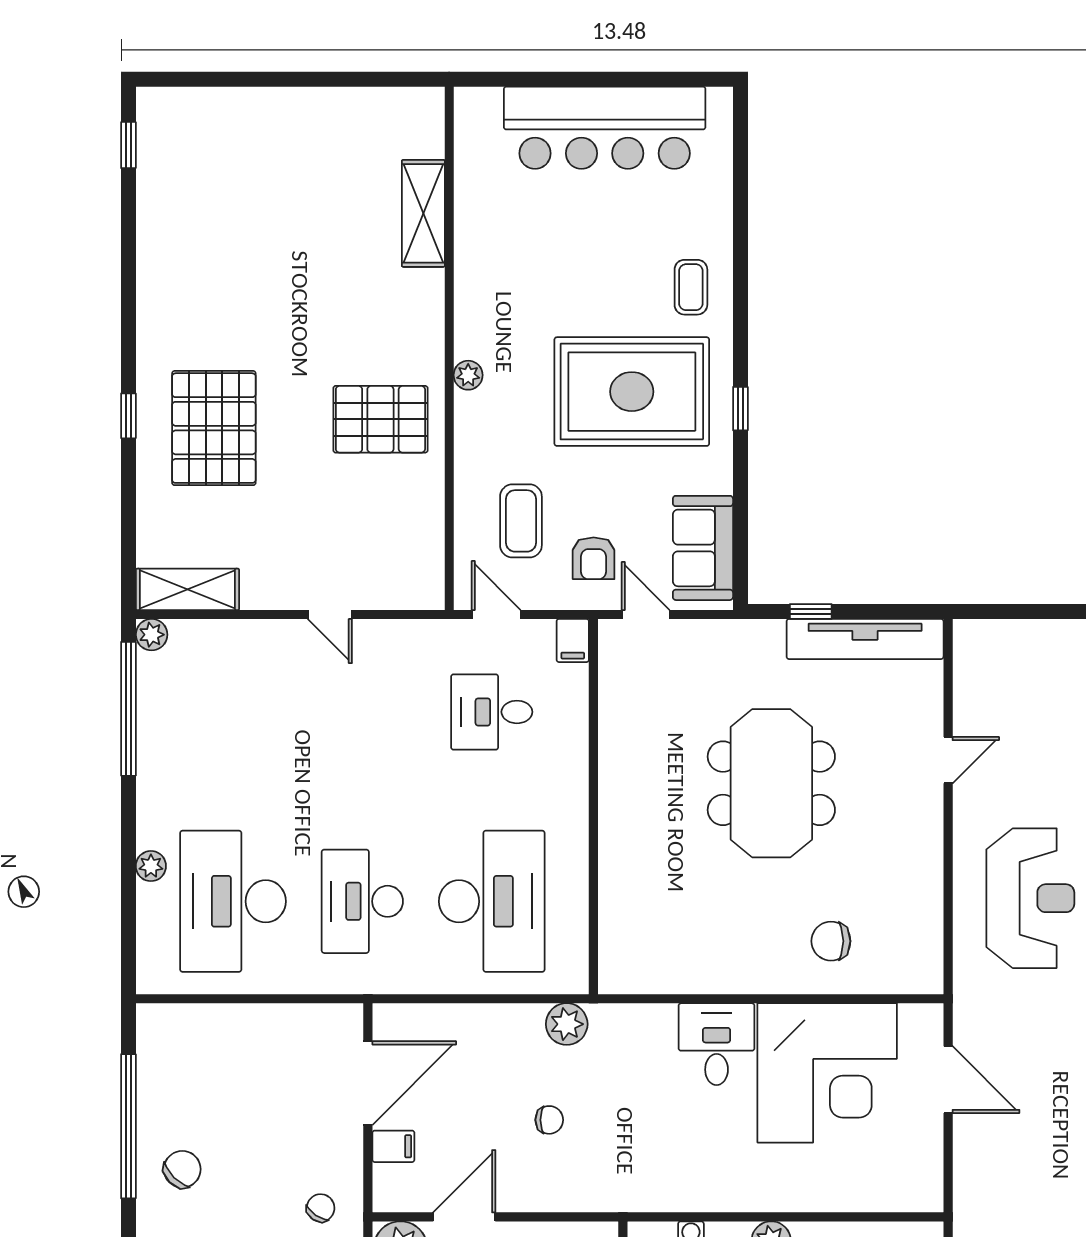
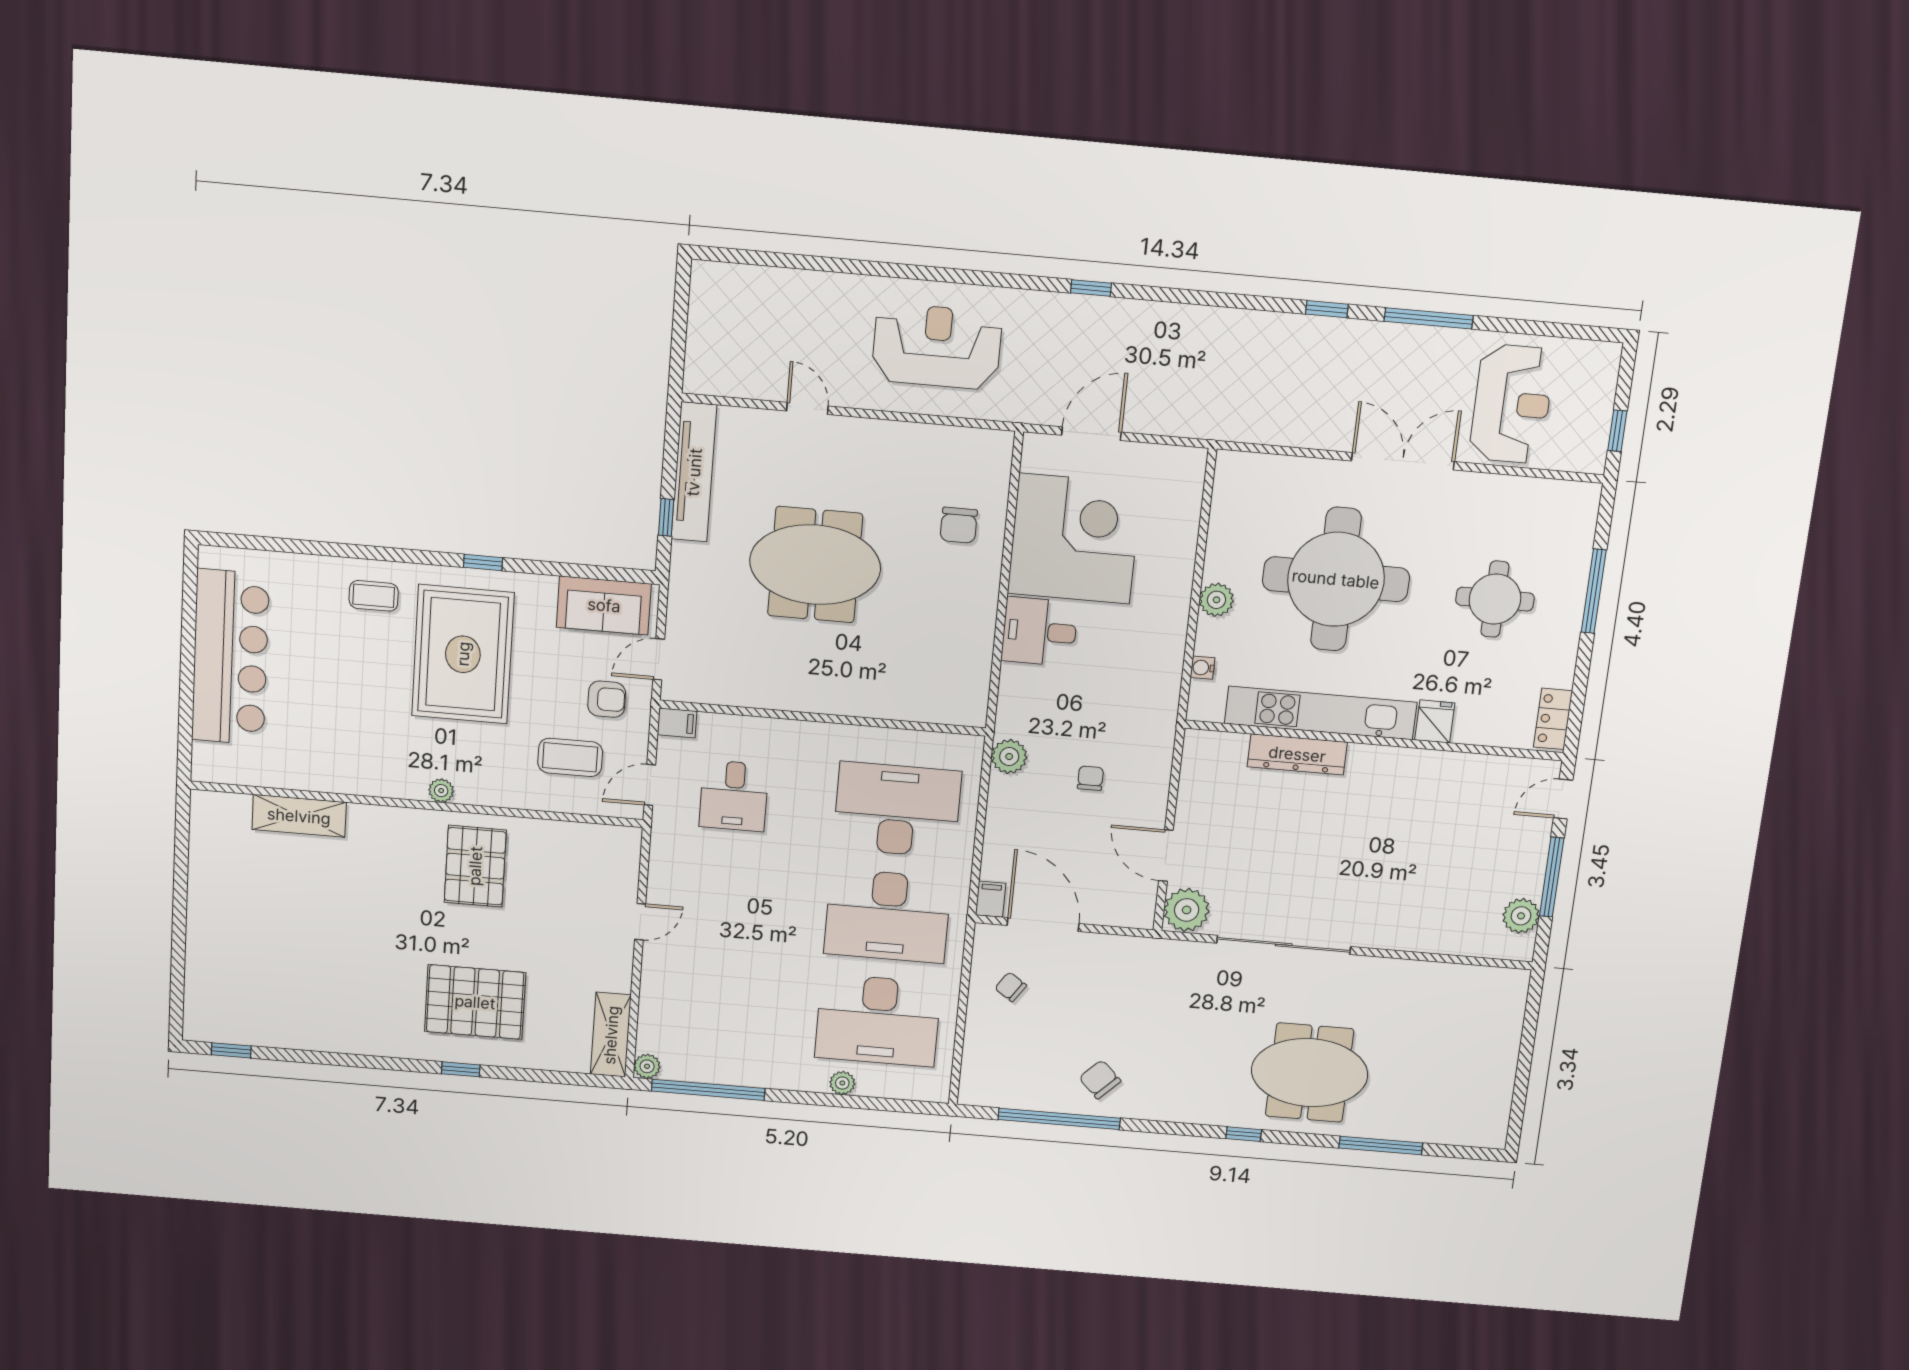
desk: (362, 901) -> (887, 916), width x1.36, depth x1.30
filing cabinet: (393, 1146) -> (991, 899), moved
chair: (321, 1208) -> (1011, 987), moved

